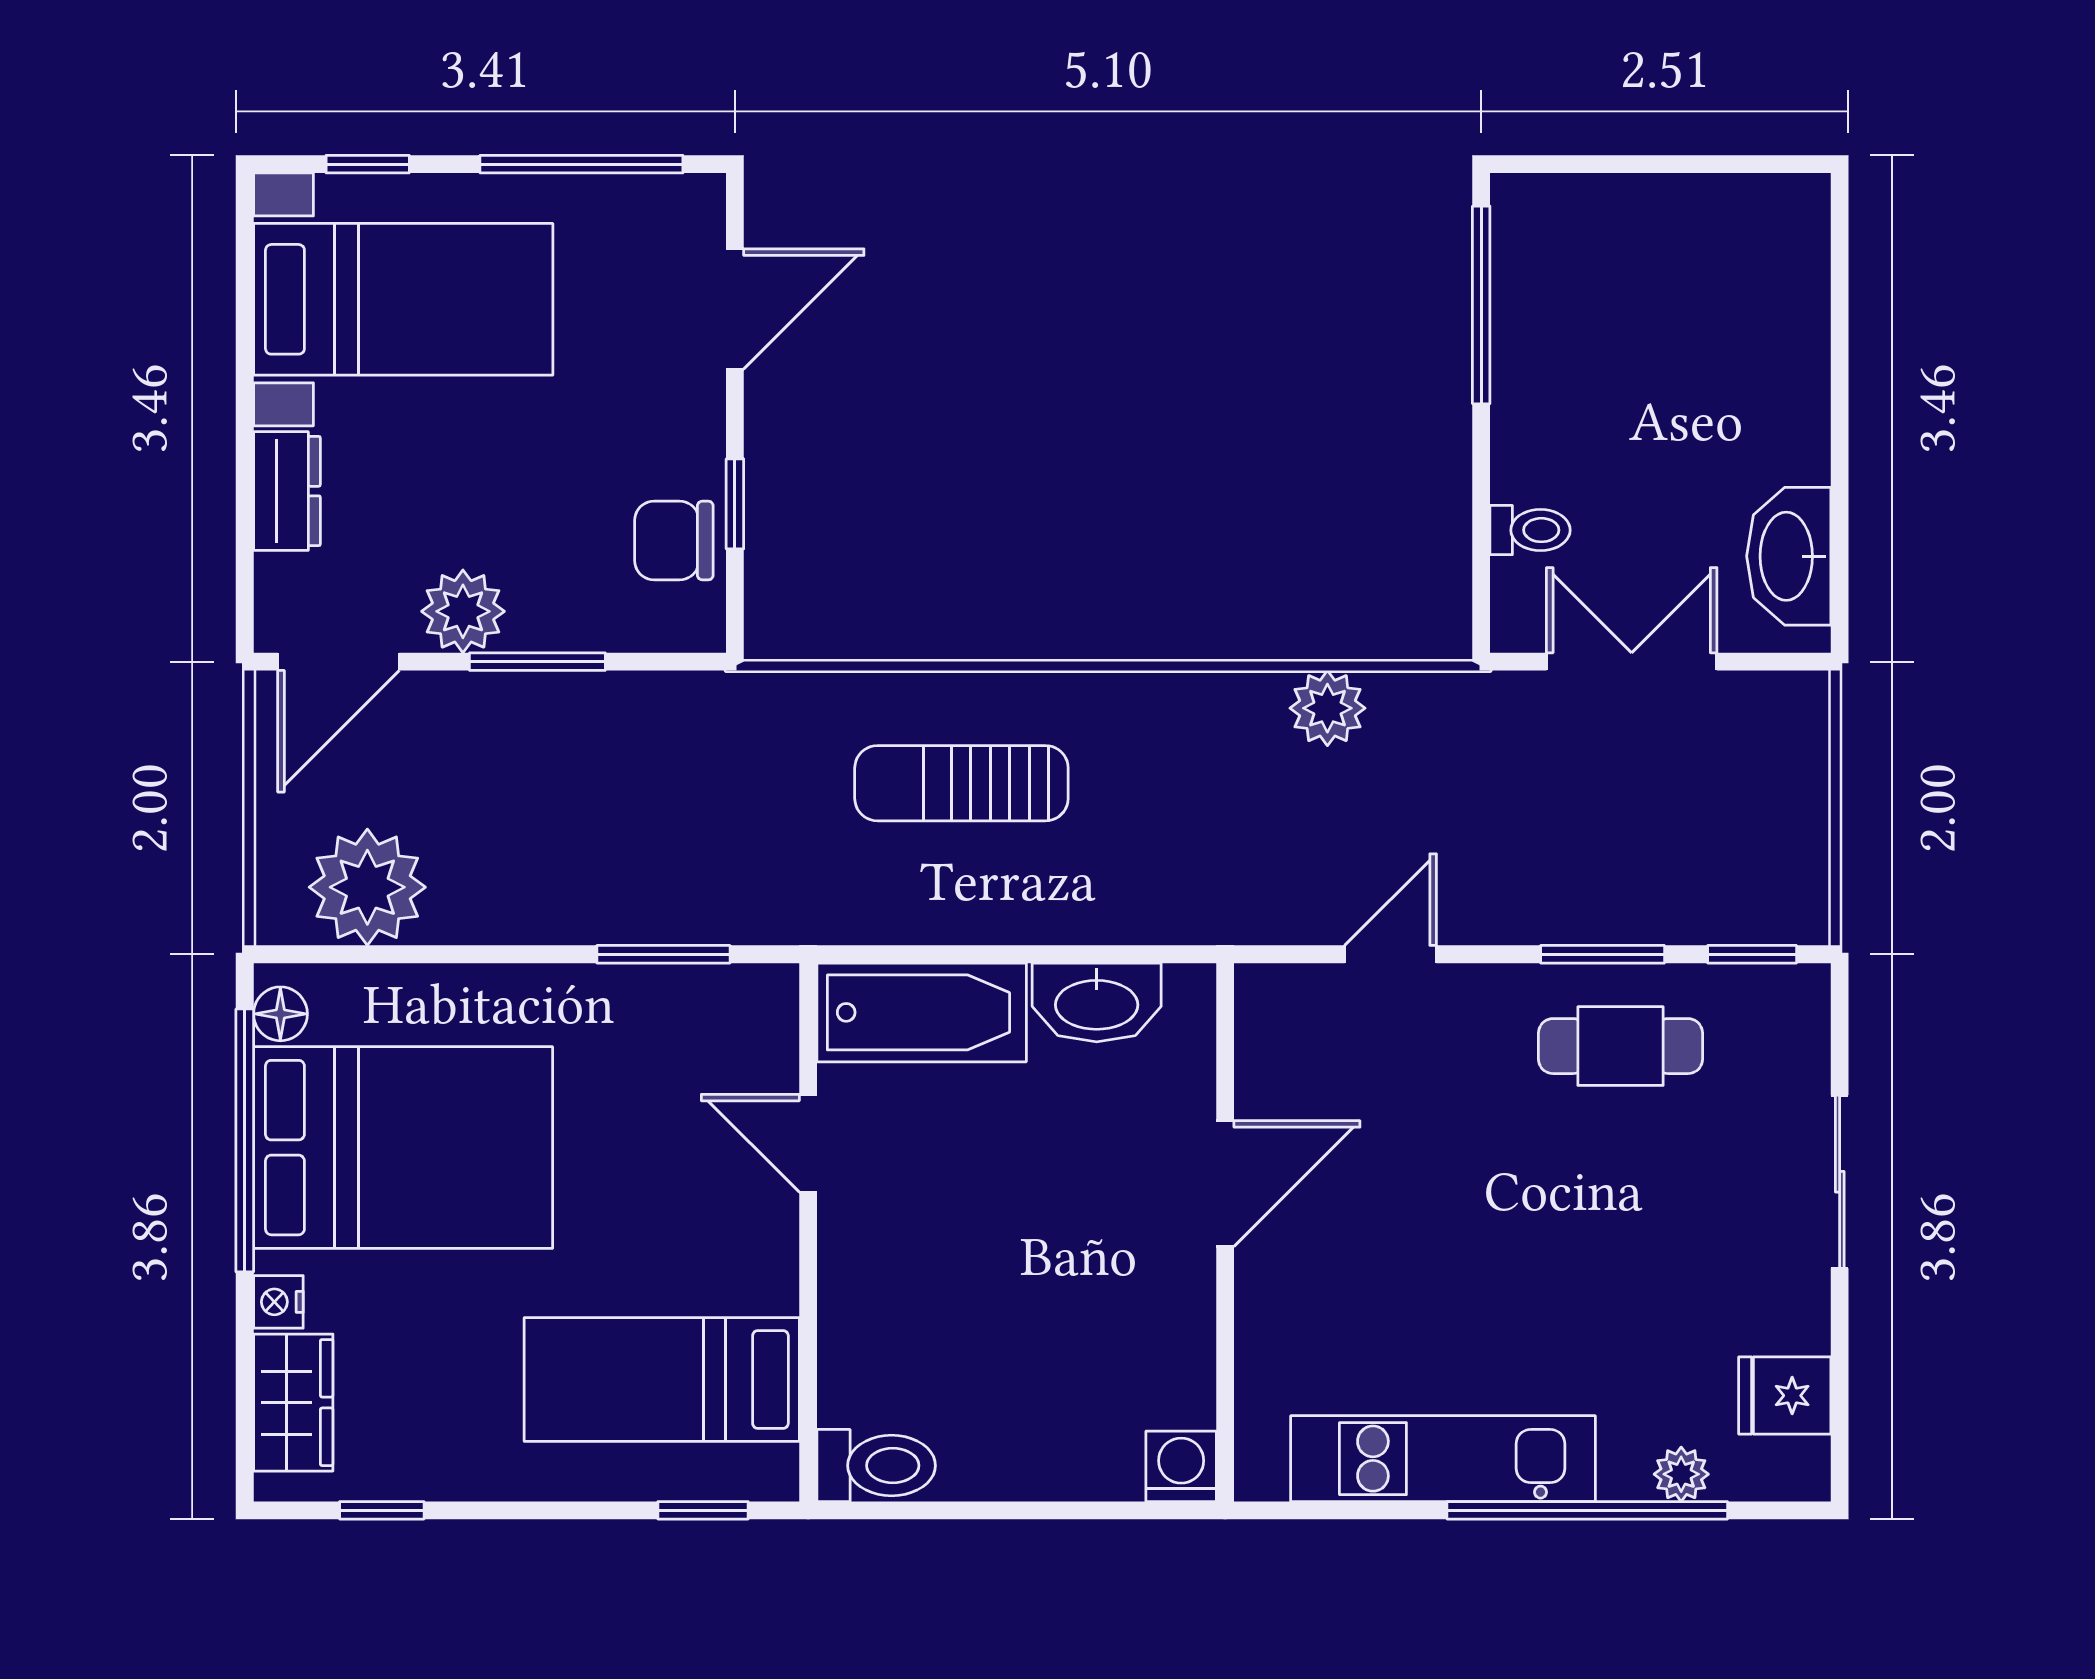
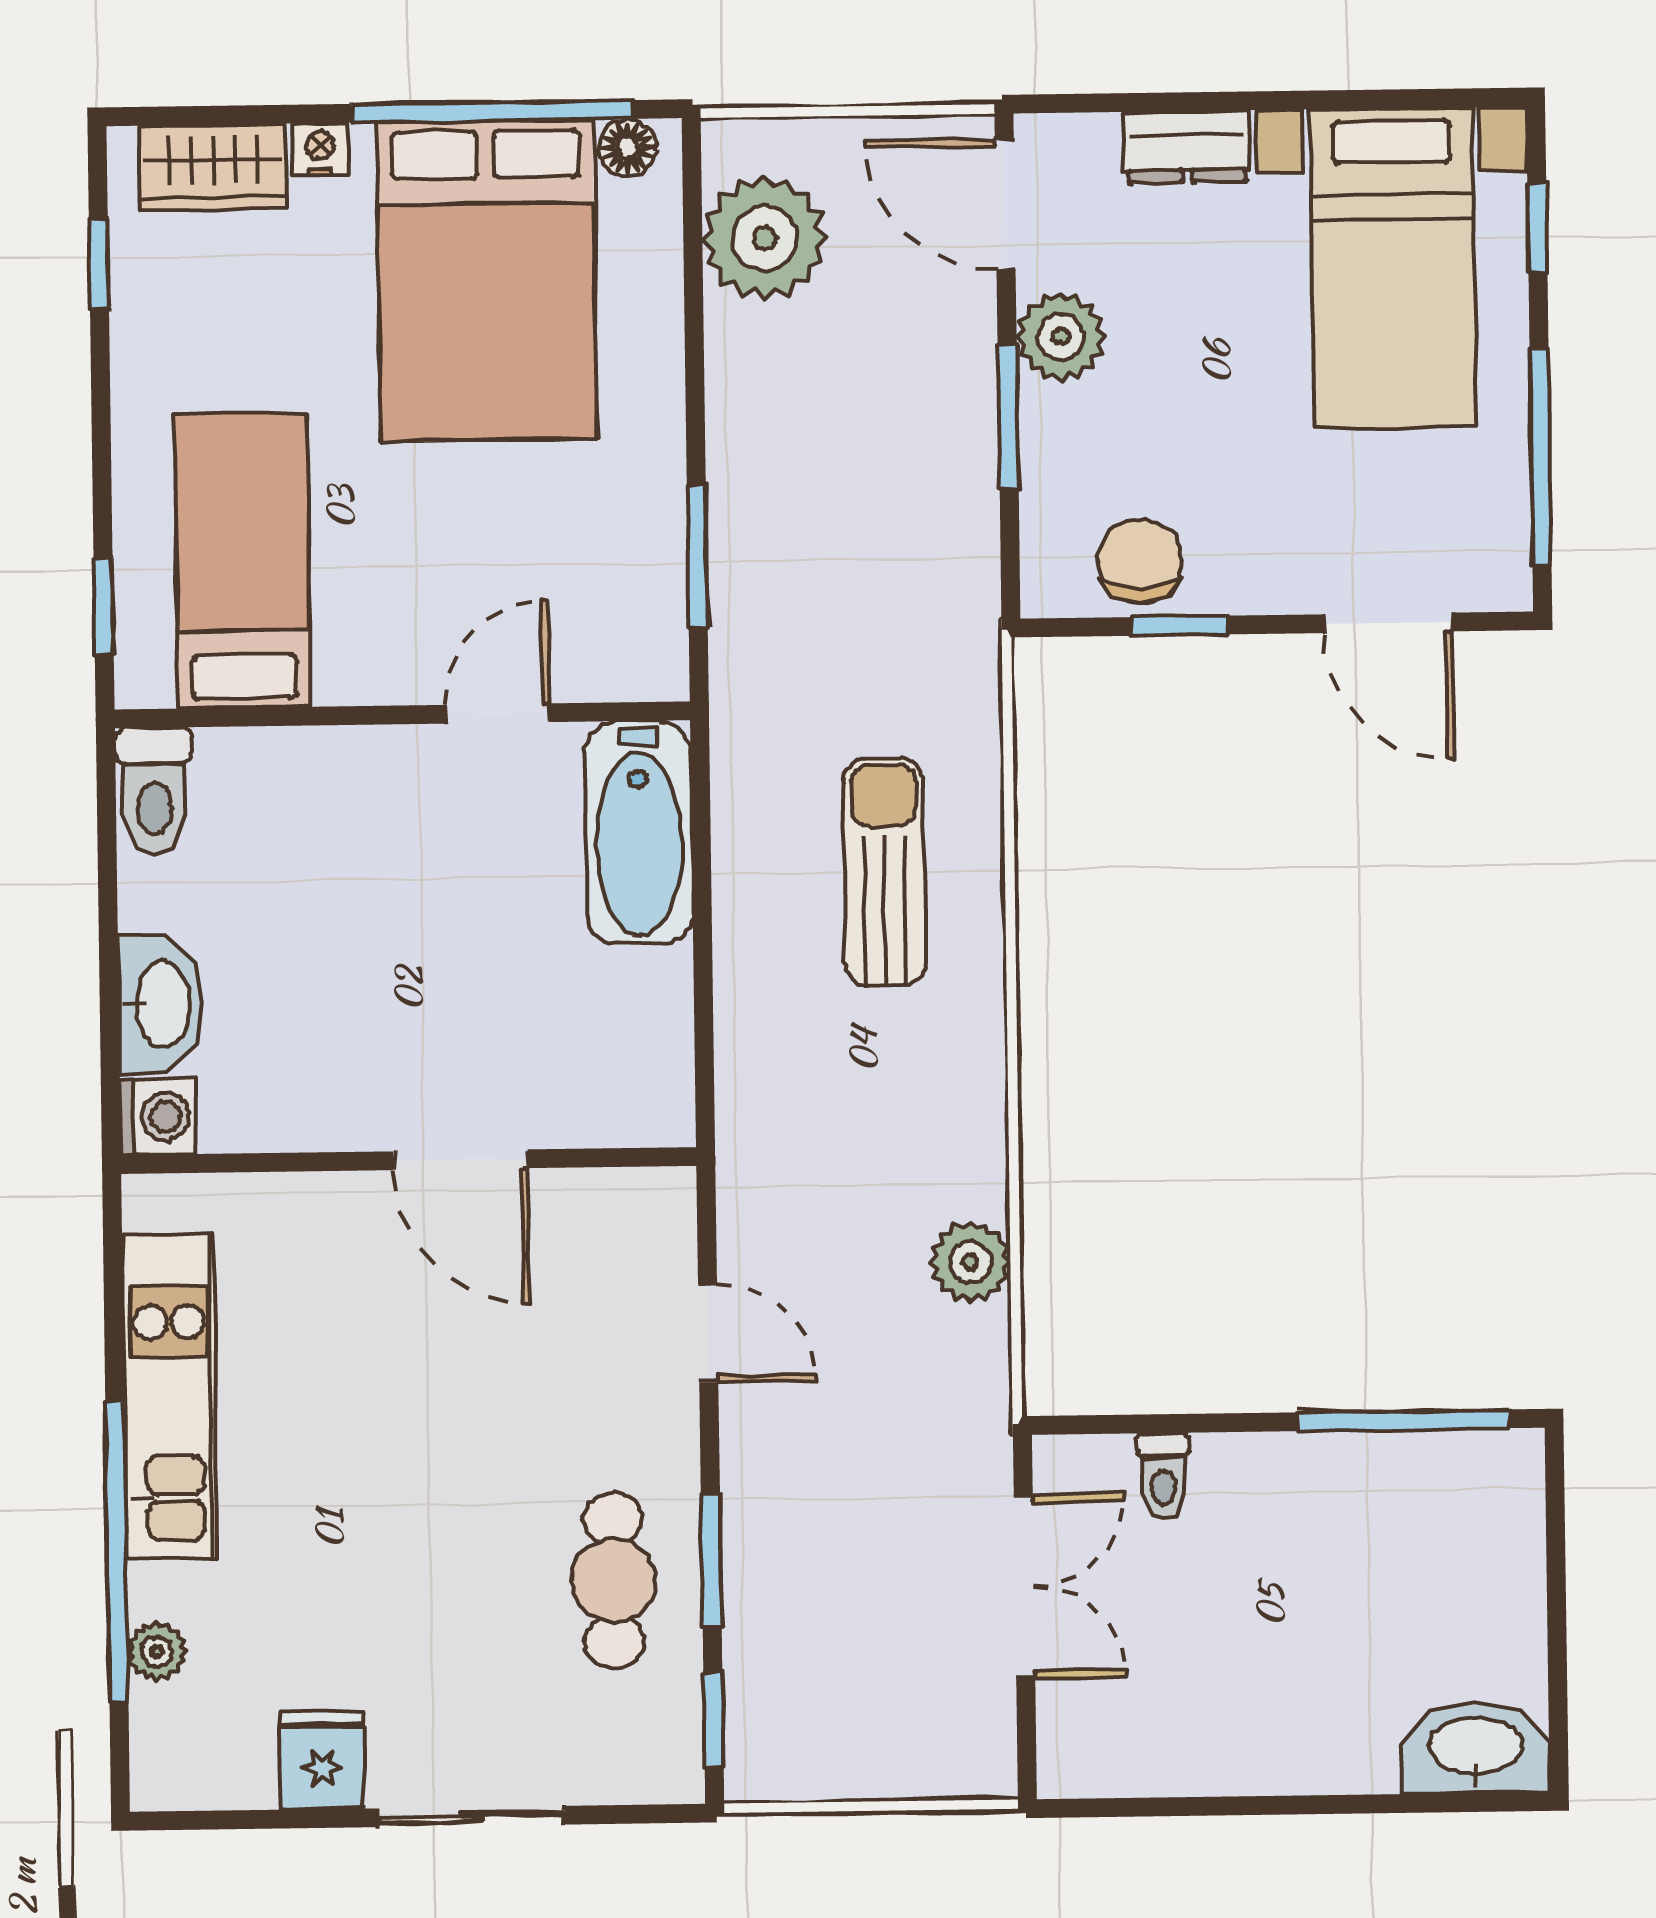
washbasin: (1789, 556) -> (1475, 1748), moved
washbasin: (1097, 1002) -> (161, 1004), moved, turned 180
fridge: (1785, 1396) -> (322, 1760), moved

